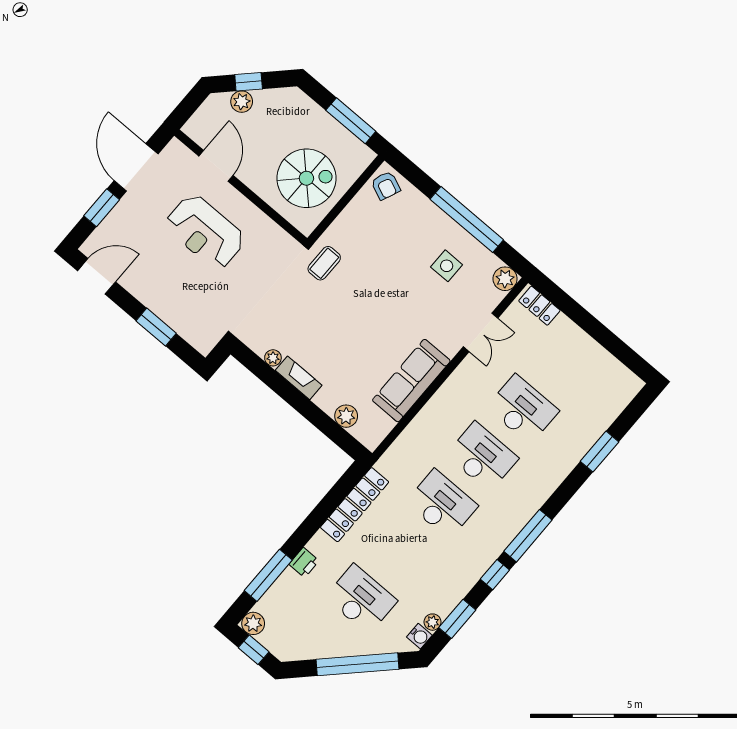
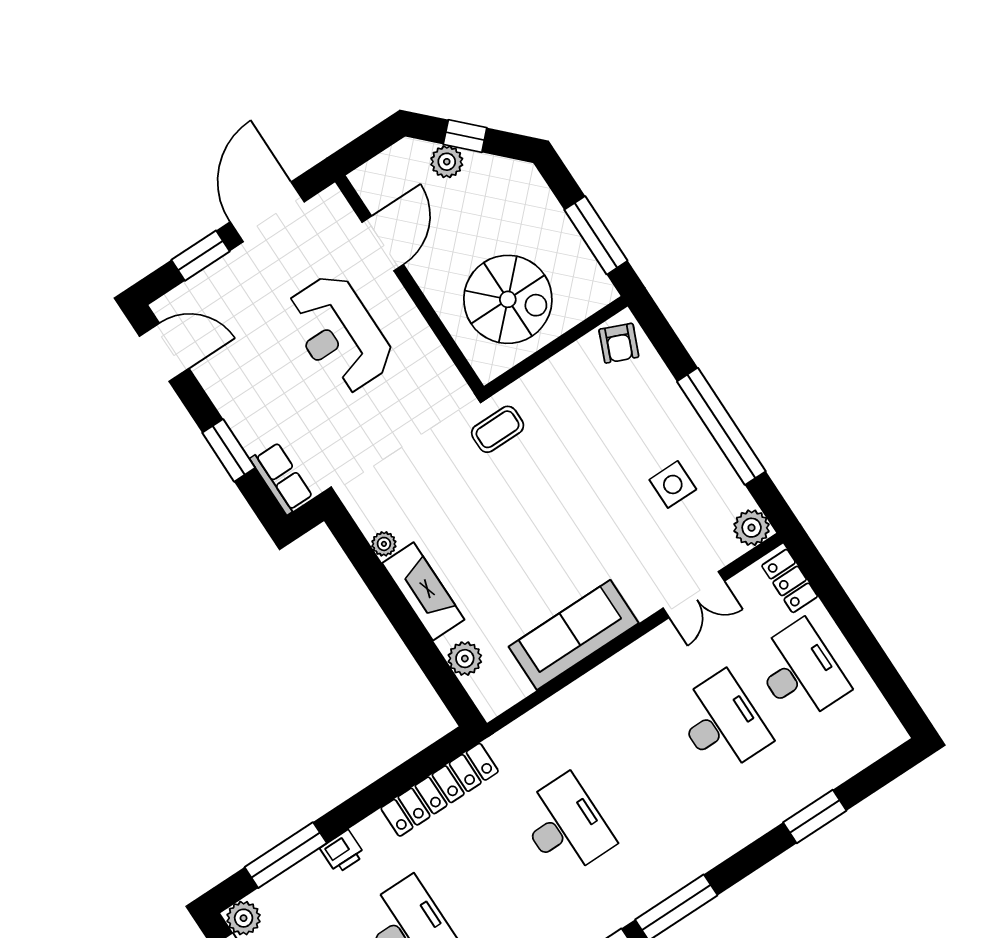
row of seats: (195, 335) -> (281, 478), added
fireplace: (299, 378) -> (423, 591), width x1.37, depth x1.32
desk: (482, 457) -> (800, 672), moved

